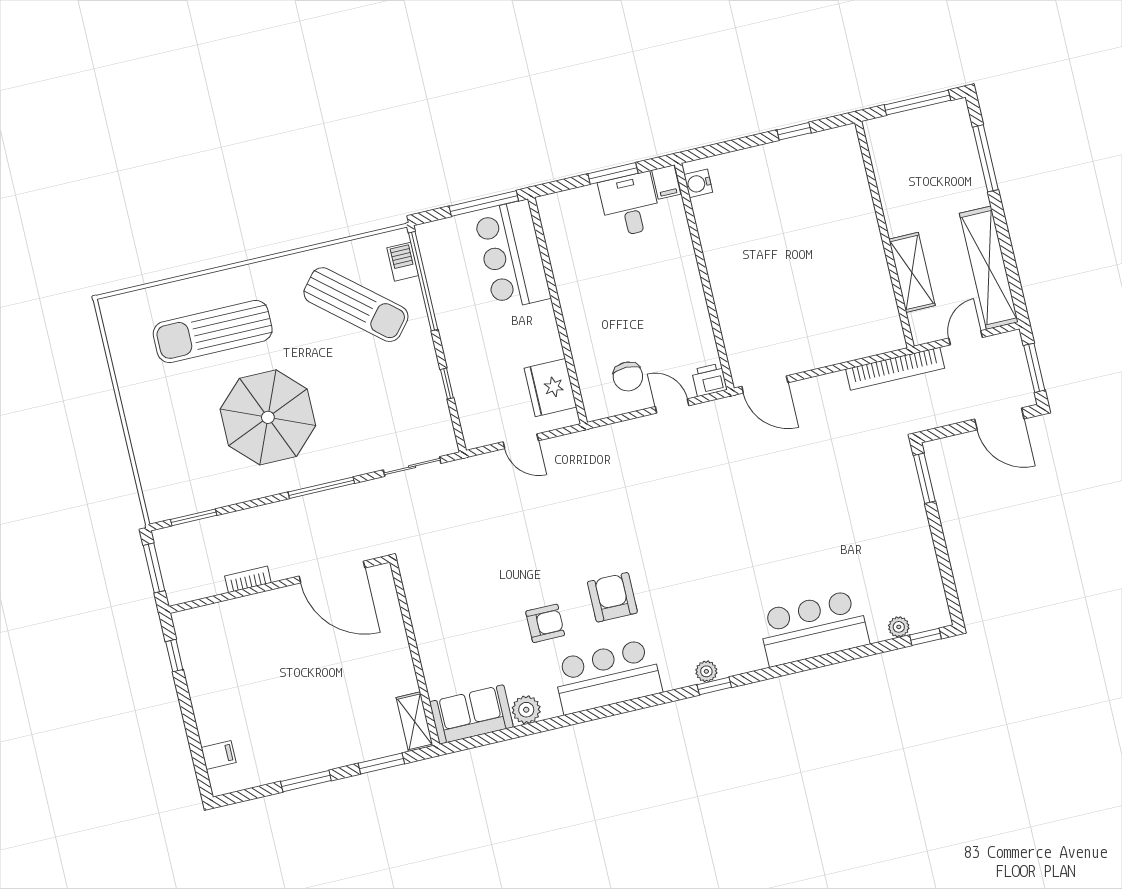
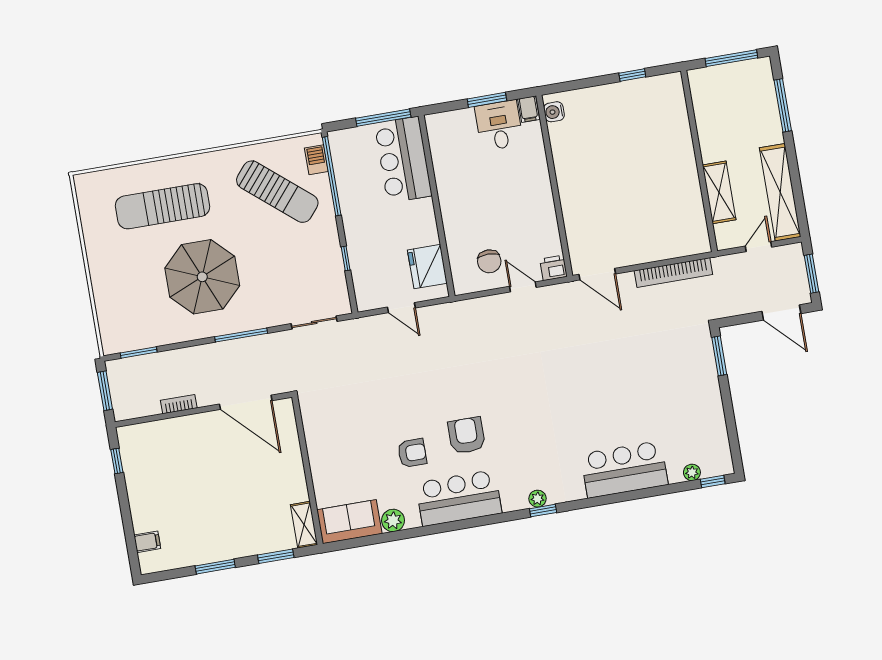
bookcase: (895, 369) -> (673, 273), moved

